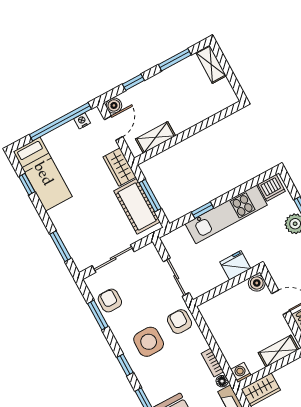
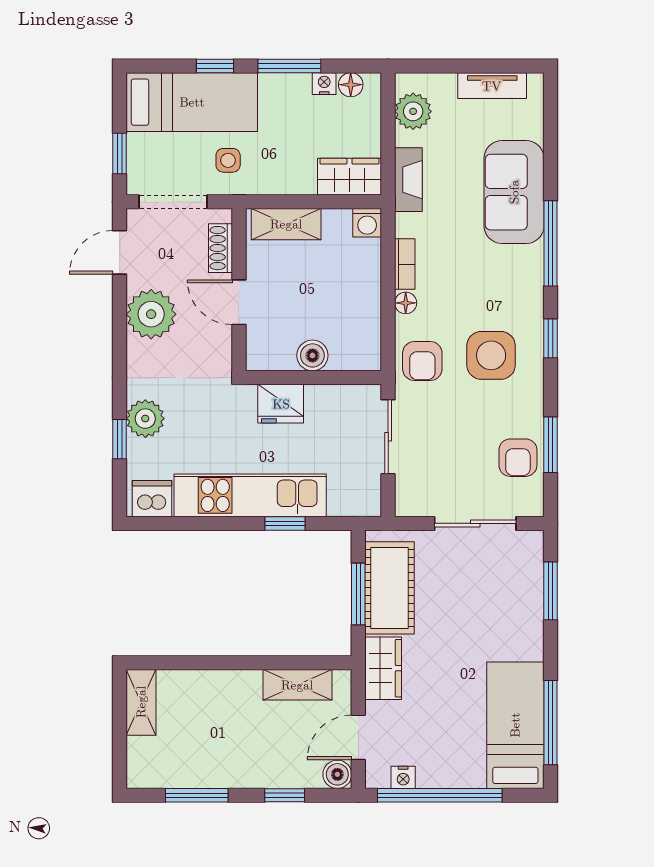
shelving: (211, 64) -> (141, 702), moved
window: (27, 184) -> (551, 723), width x2.17
boiler: (257, 283) -> (312, 355), moved
floor lamp: (222, 381) -> (406, 303), moved

